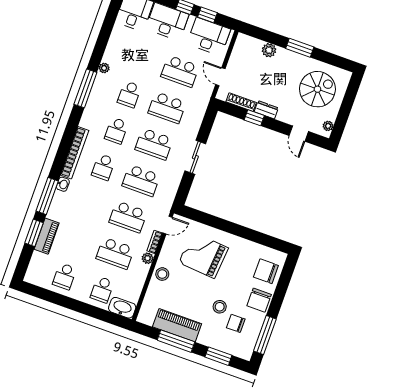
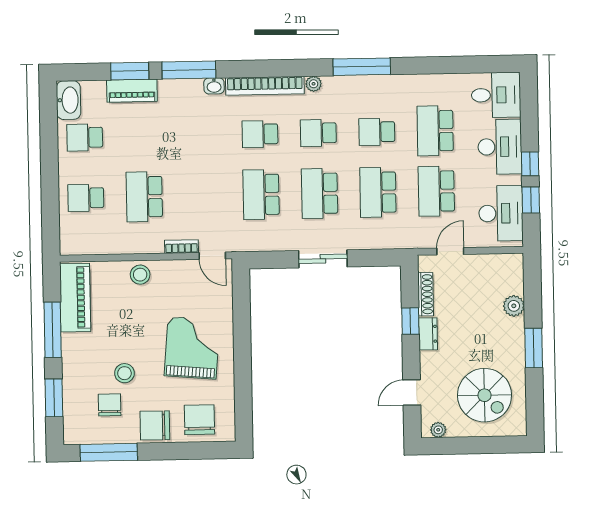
plant: (104, 68) -> (314, 84), moved
school desk: (128, 217) -> (435, 131), moved
grand piano: (203, 255) -> (192, 348), moved
plant: (148, 258) -> (155, 245), removed
washbasin: (122, 308) -> (68, 100), moved
piano: (177, 325) -> (75, 298), moved

